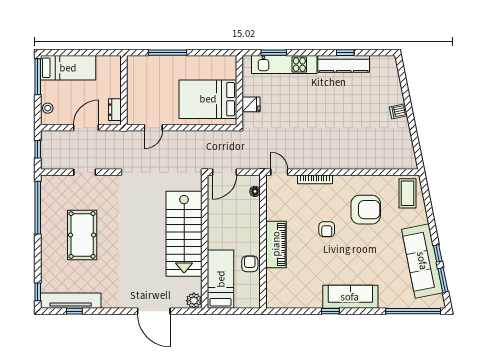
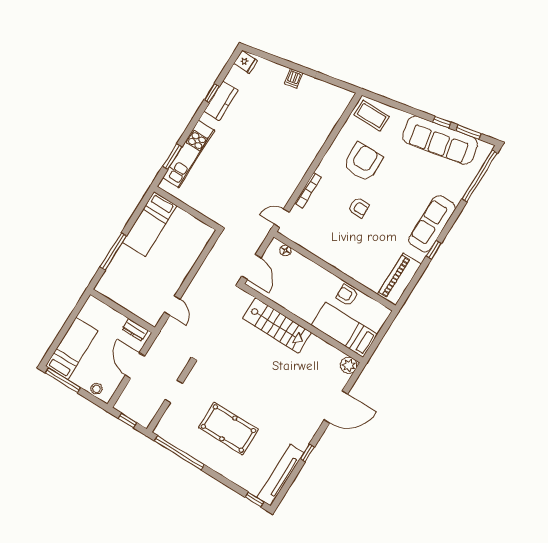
kitchen counter: (344, 64) -> (221, 101), width x0.67
bed: (208, 99) -> (150, 224), moved, width x0.67
fridge: (251, 104) -> (246, 62), moved, turned 90
stairs: (184, 234) -> (277, 325), width x0.73, depth x0.66
piano: (276, 244) -> (399, 279), moved, turned -90
window: (74, 311) -> (307, 453), moved

